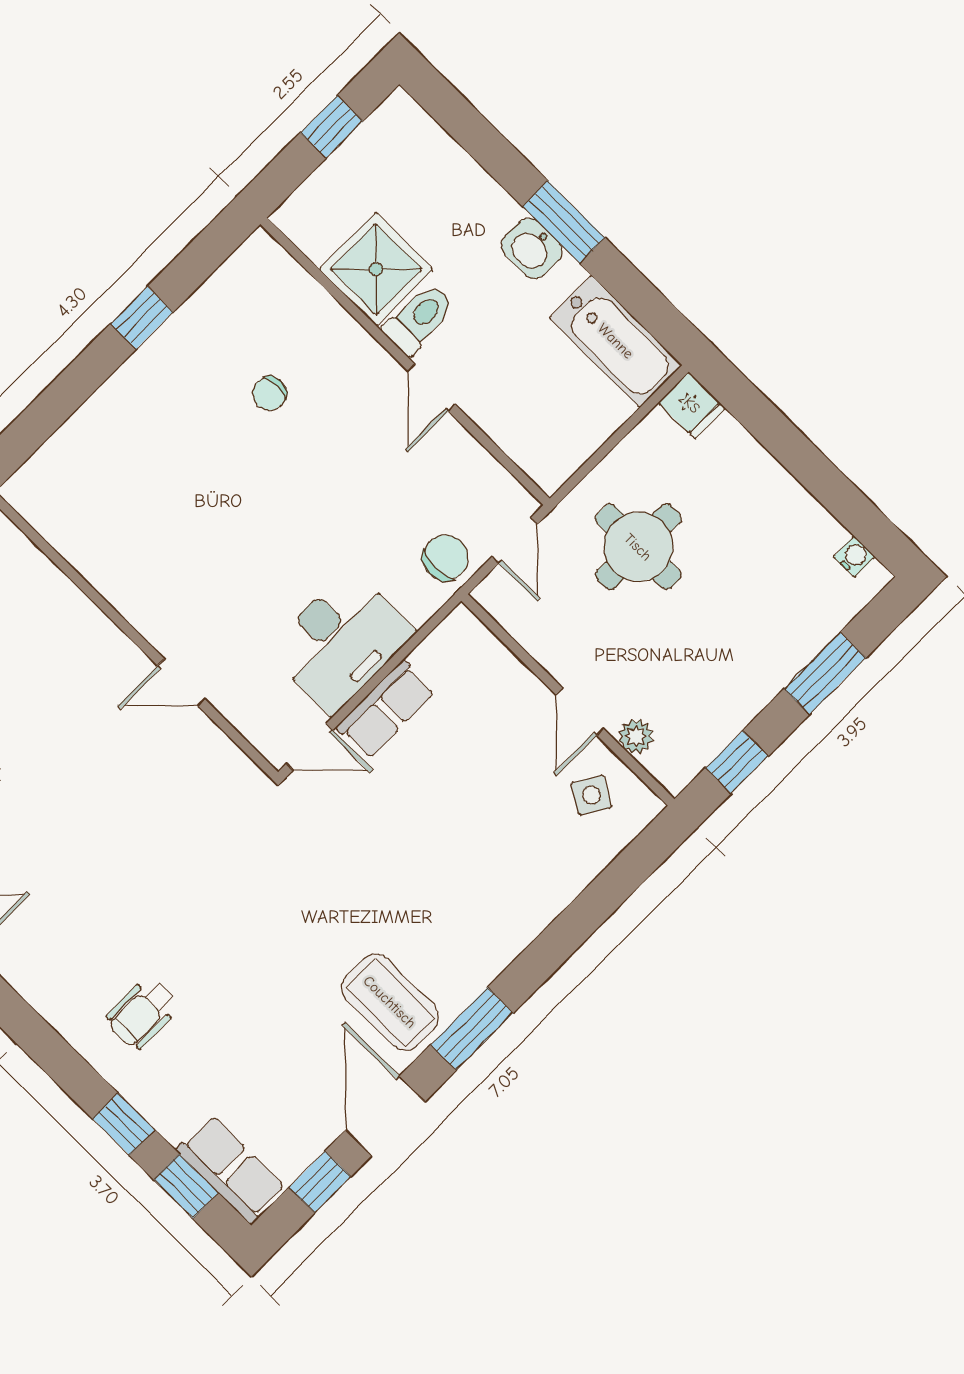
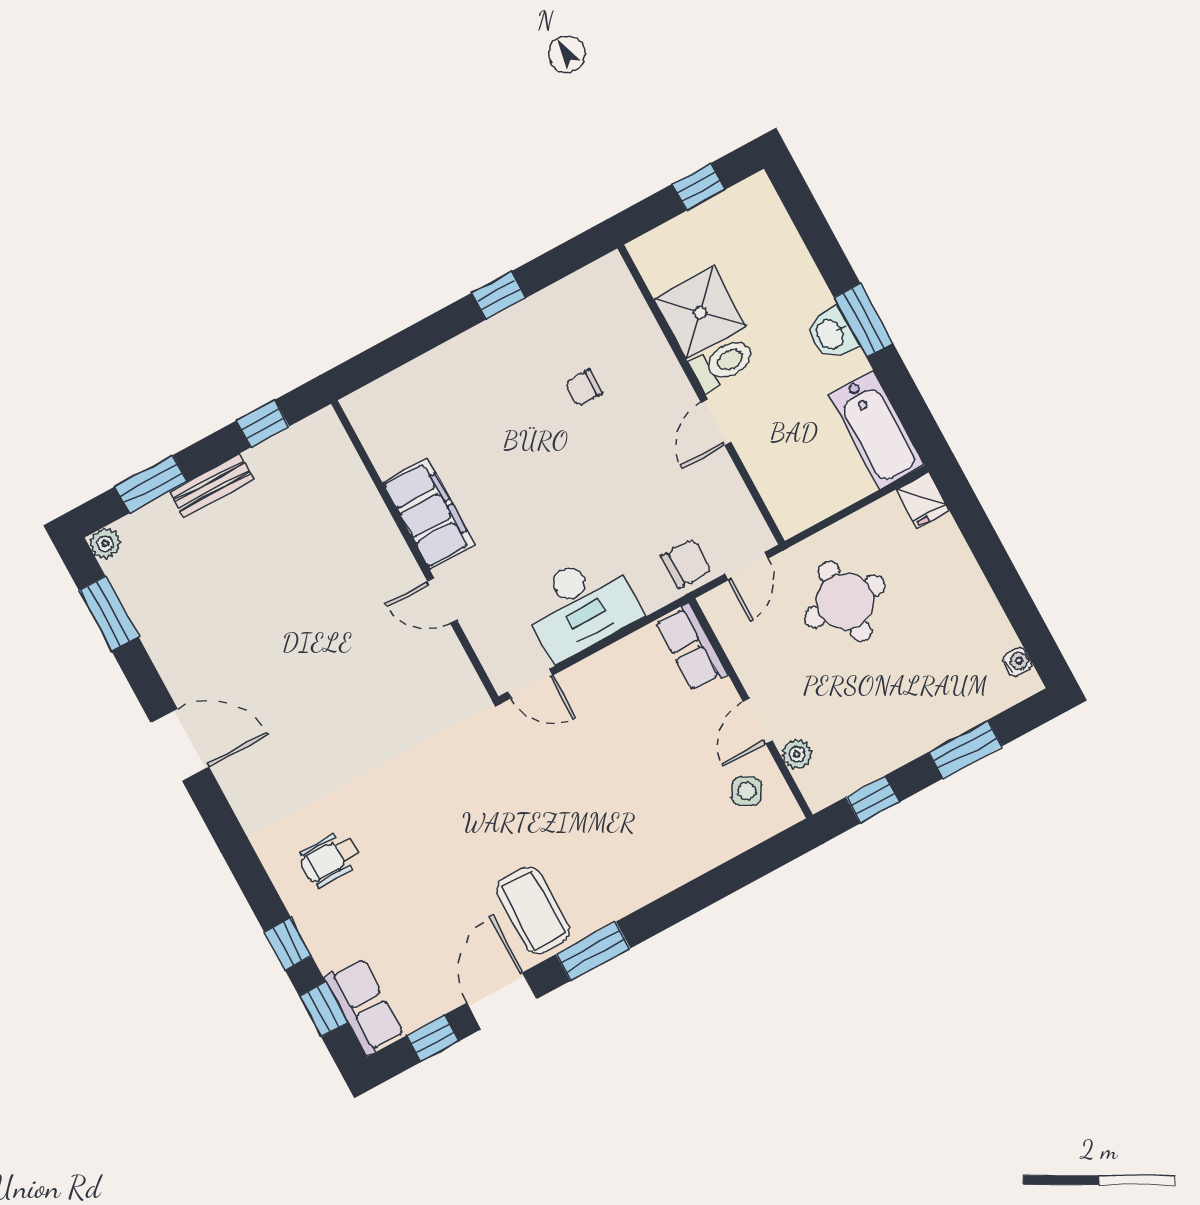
filing cabinet: (137, 589) -> (429, 514), added
row of seats: (386, 710) -> (691, 647), moved, turned 90

